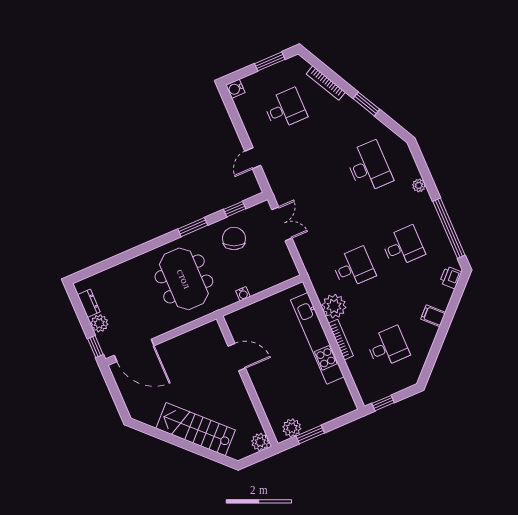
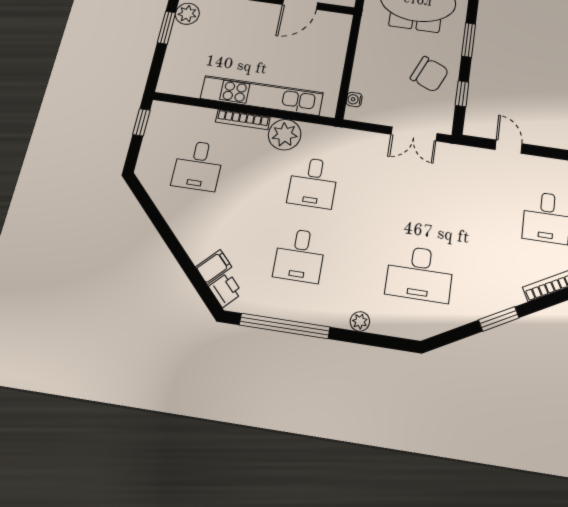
water cooler: (243, 294) -> (354, 99), moved
filing cabinet: (433, 316) -> (214, 267), moved

